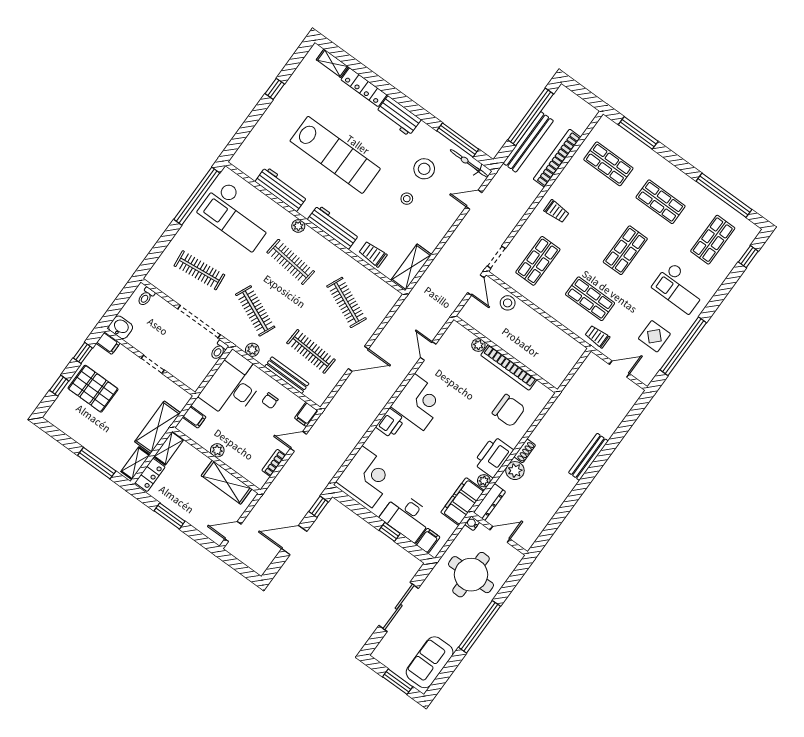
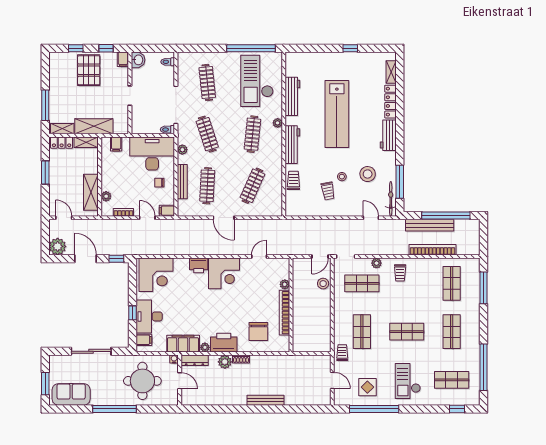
trolley: (411, 225) -> (328, 191), added
plant: (527, 229) -> (376, 263), added
shelving: (411, 267) -> (302, 210), removed
clothes rail: (255, 311) -> (207, 134), turned -42
plant: (217, 450) -> (106, 196), moved
plant: (259, 561) -> (58, 246), added

